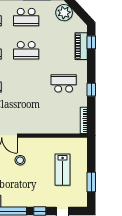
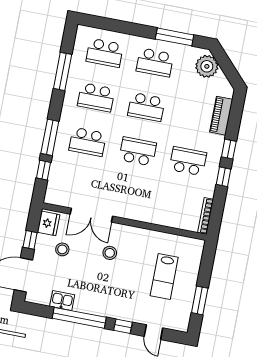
window: (91, 42) -> (229, 149), moved
school desk: (26, 83) -> (138, 151), added

